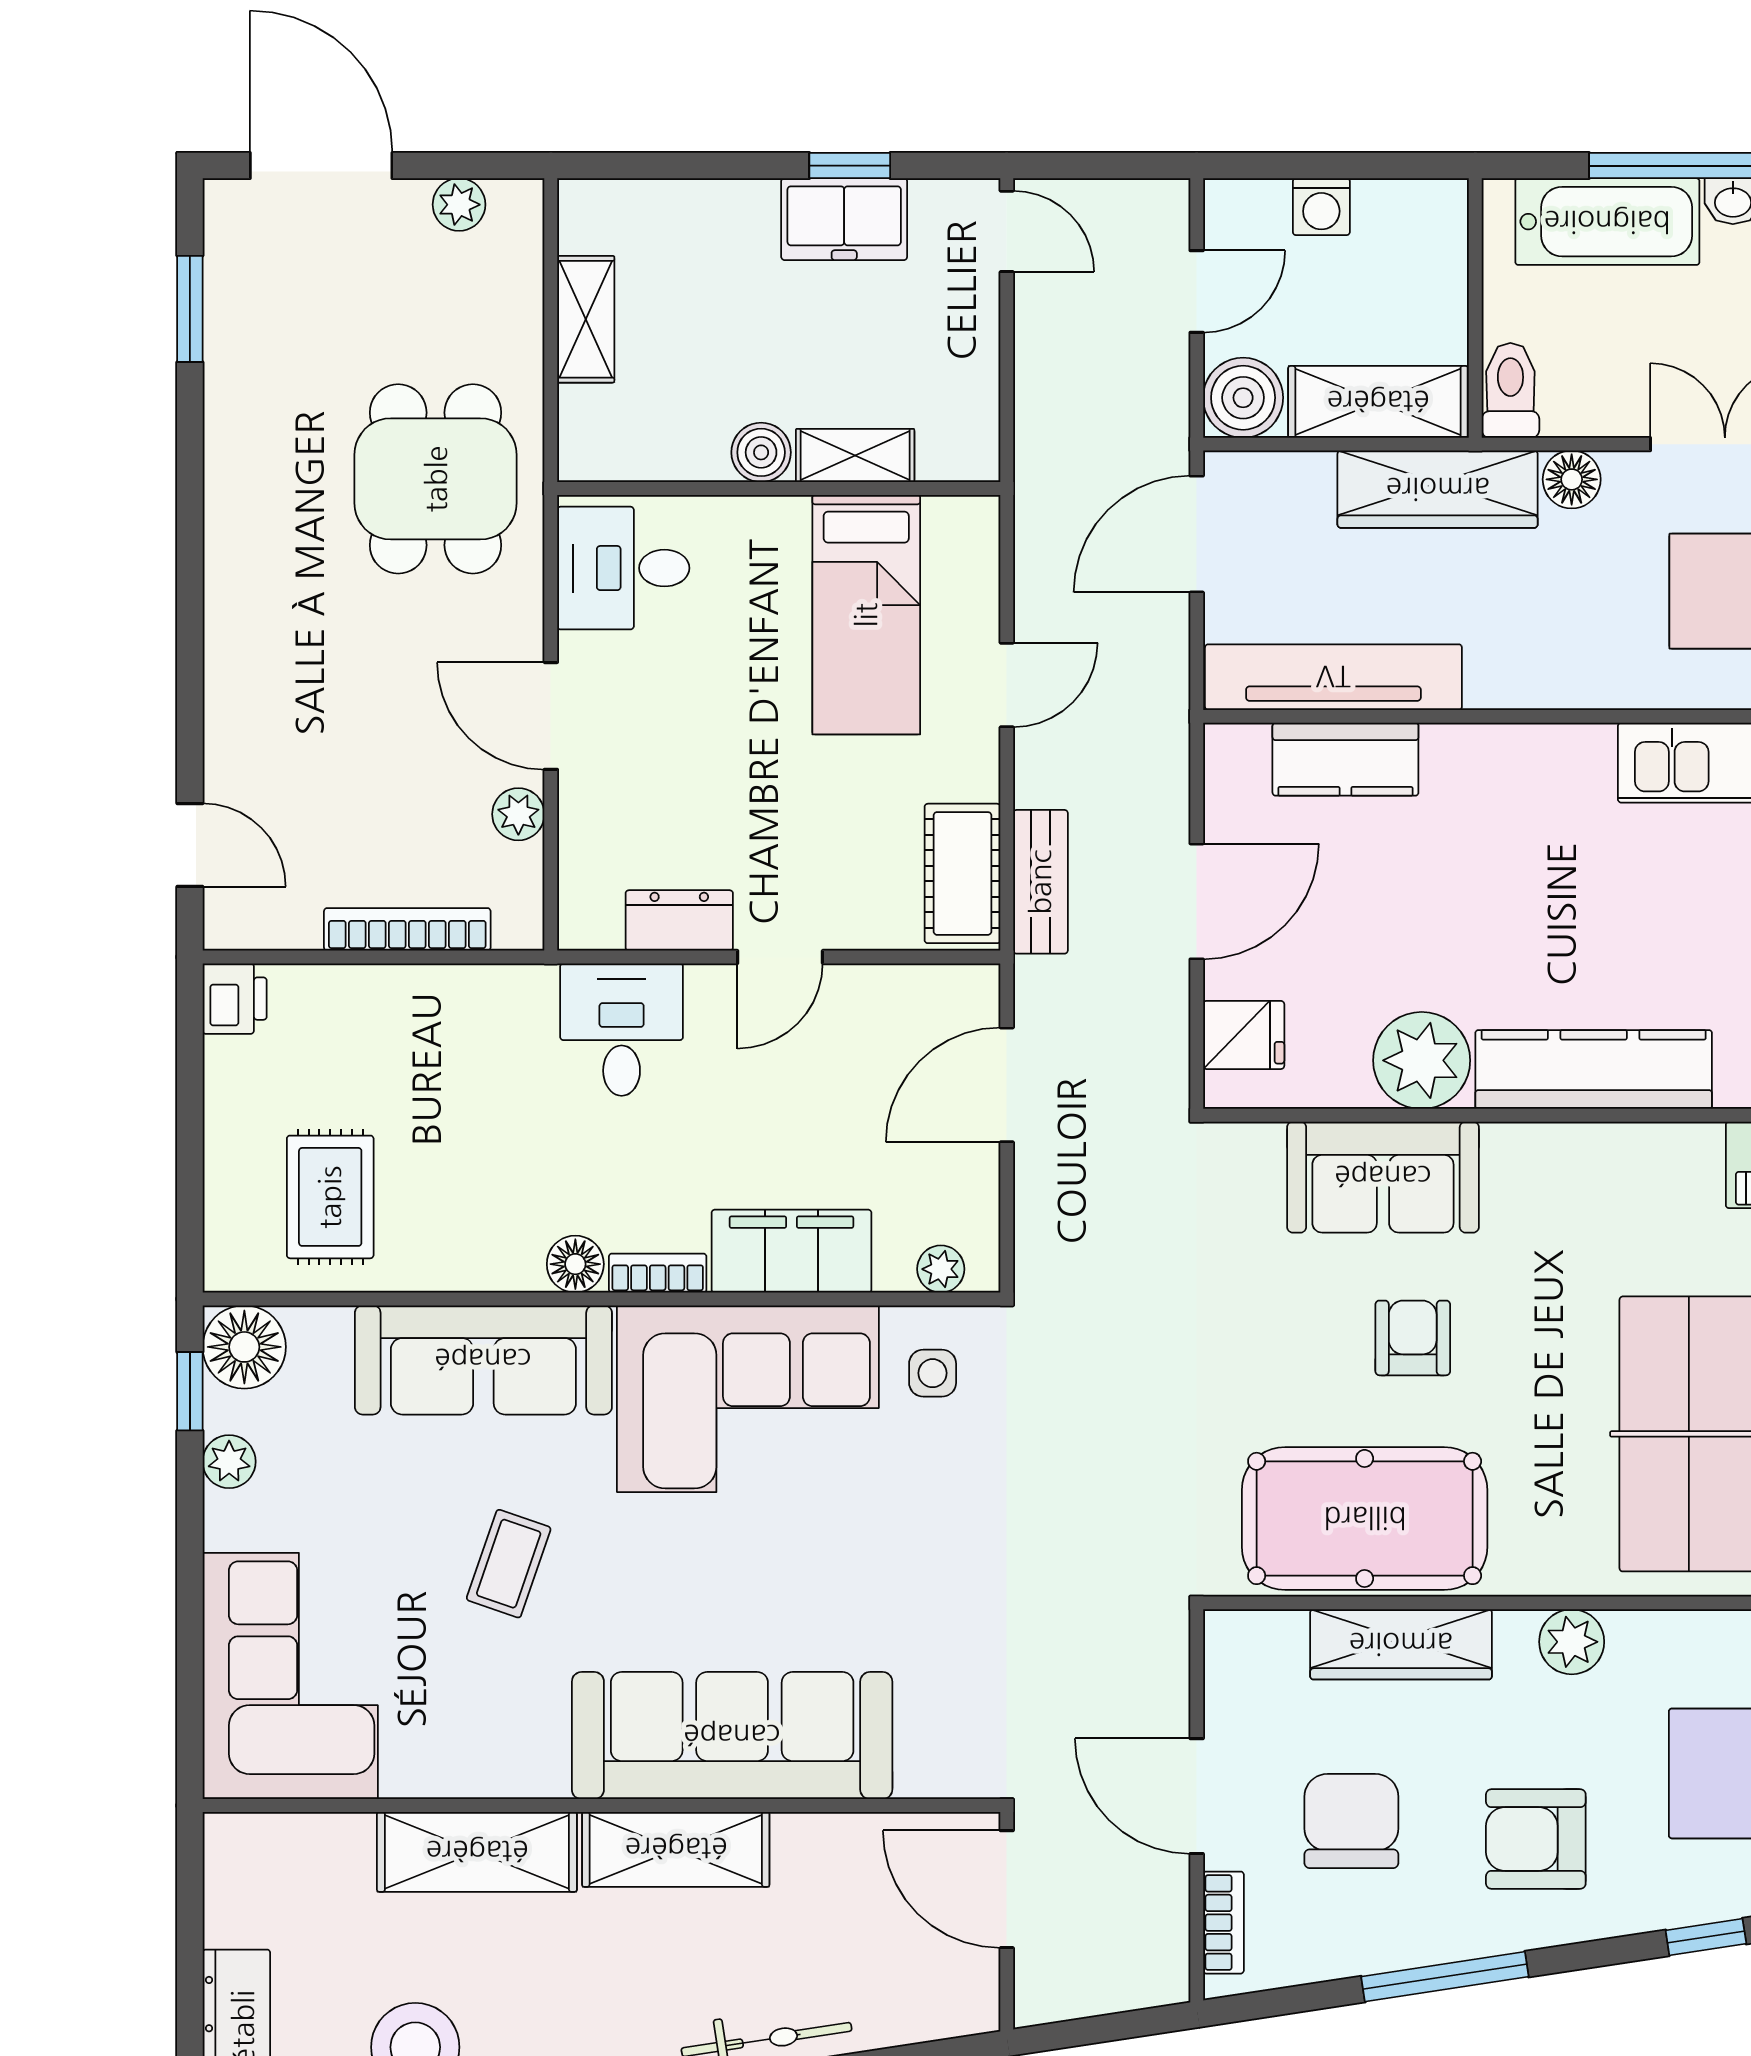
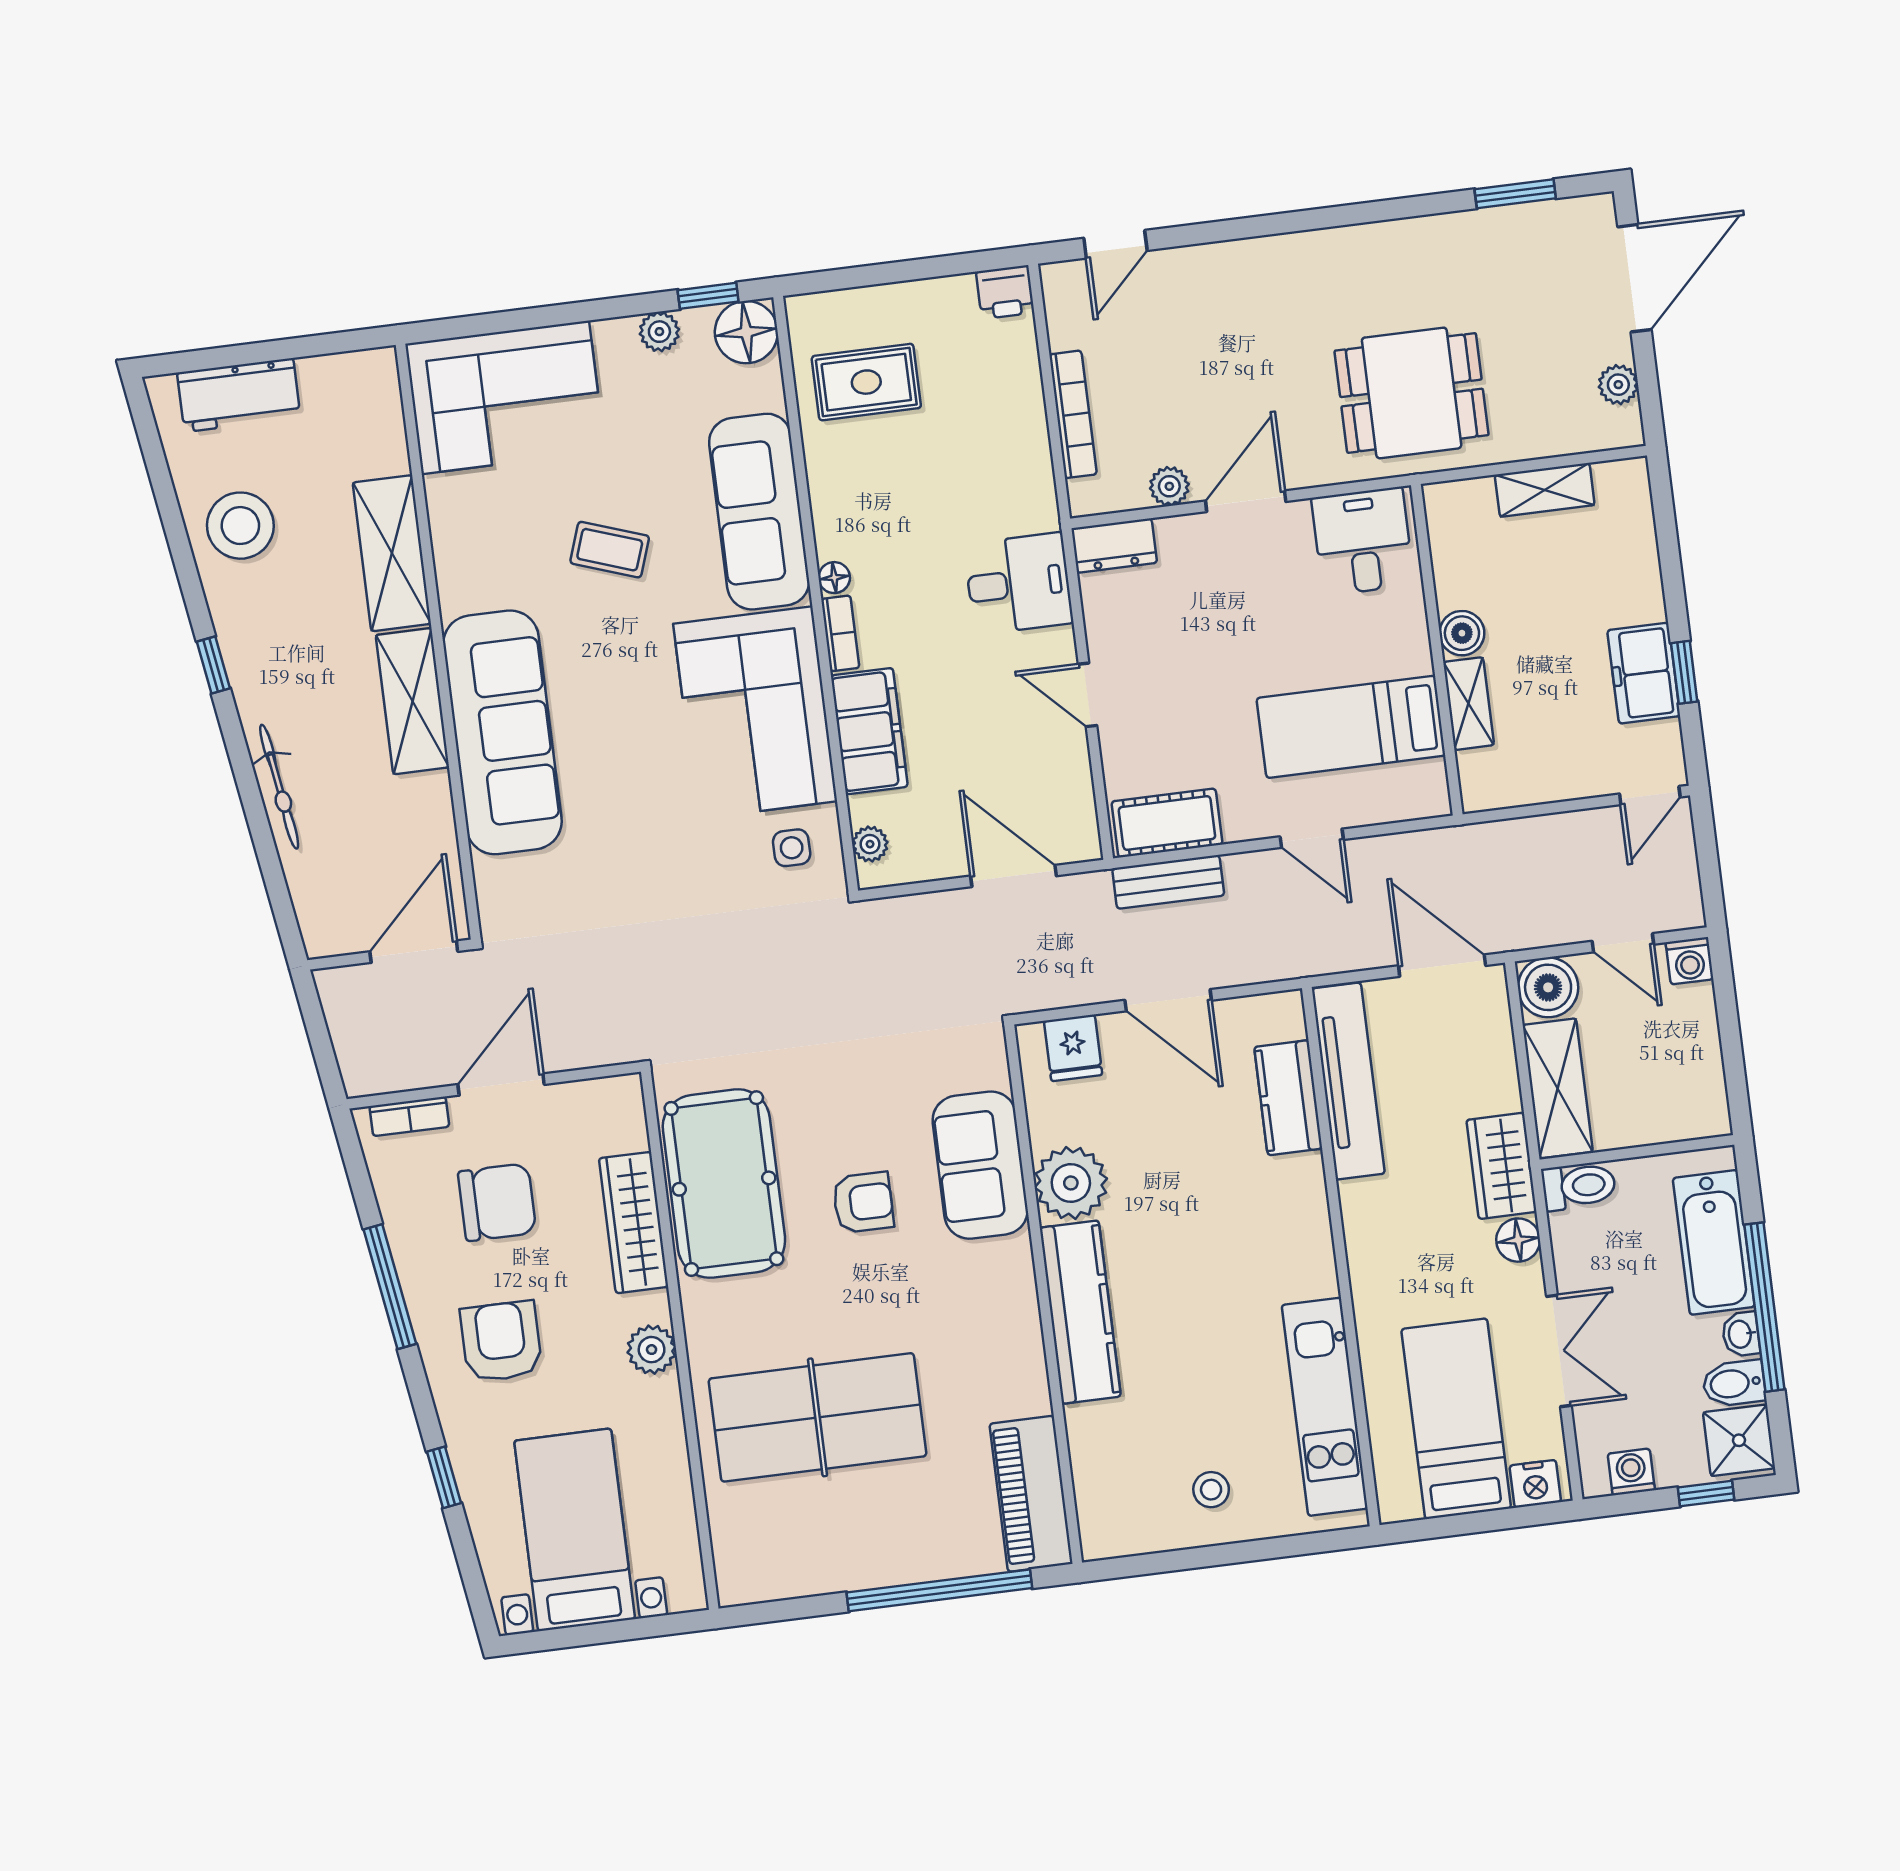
washing machine: (1321, 207) -> (1689, 961), moved, turned -90
wardrobe: (1438, 489) -> (1501, 1166), width x0.67
dresser: (679, 920) -> (1114, 546), moved, turned 90
floor lamp: (575, 1264) -> (834, 578), width x0.73, depth x0.73

